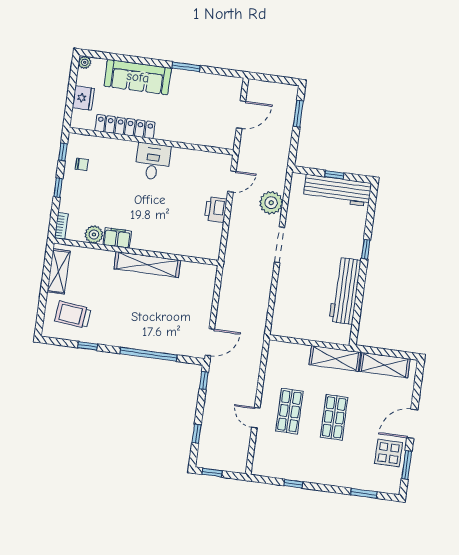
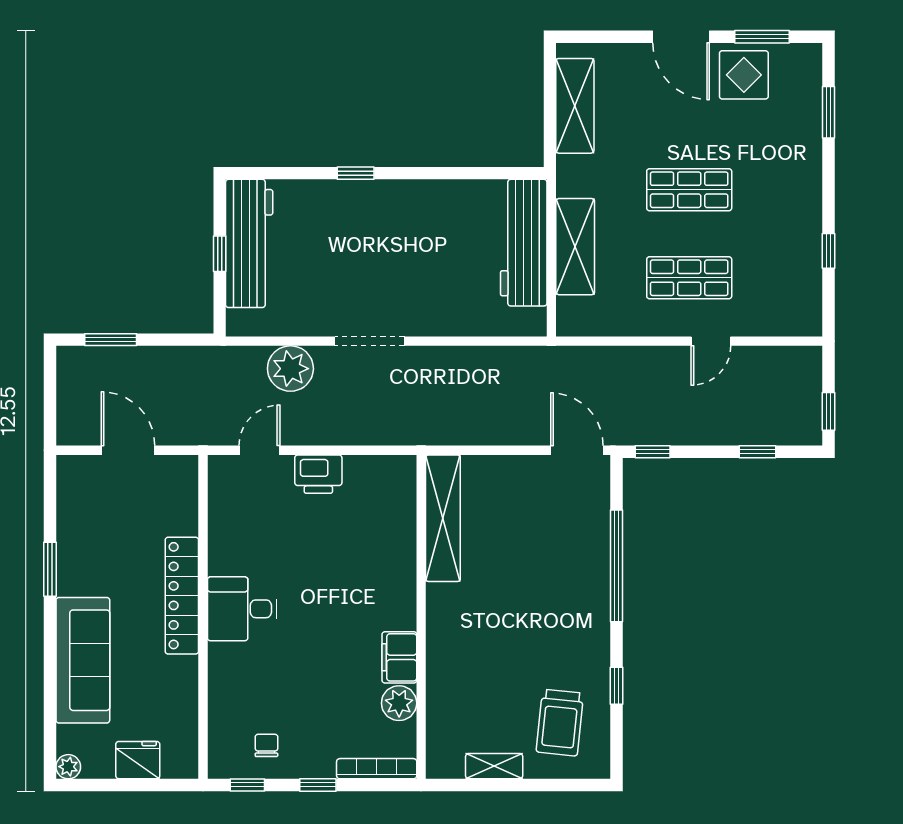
locker: (125, 127) -> (182, 596), moved
door: (232, 181) -> (259, 450), hinge flipped
bookcase: (61, 226) -> (377, 769), width x1.56
shelving: (147, 264) -> (443, 518), moved
shelving: (59, 271) -> (494, 766), width x0.67, depth x0.75
workbench: (345, 291) -> (524, 243), moved, turned 90
shelving: (335, 358) -> (575, 247), moved

